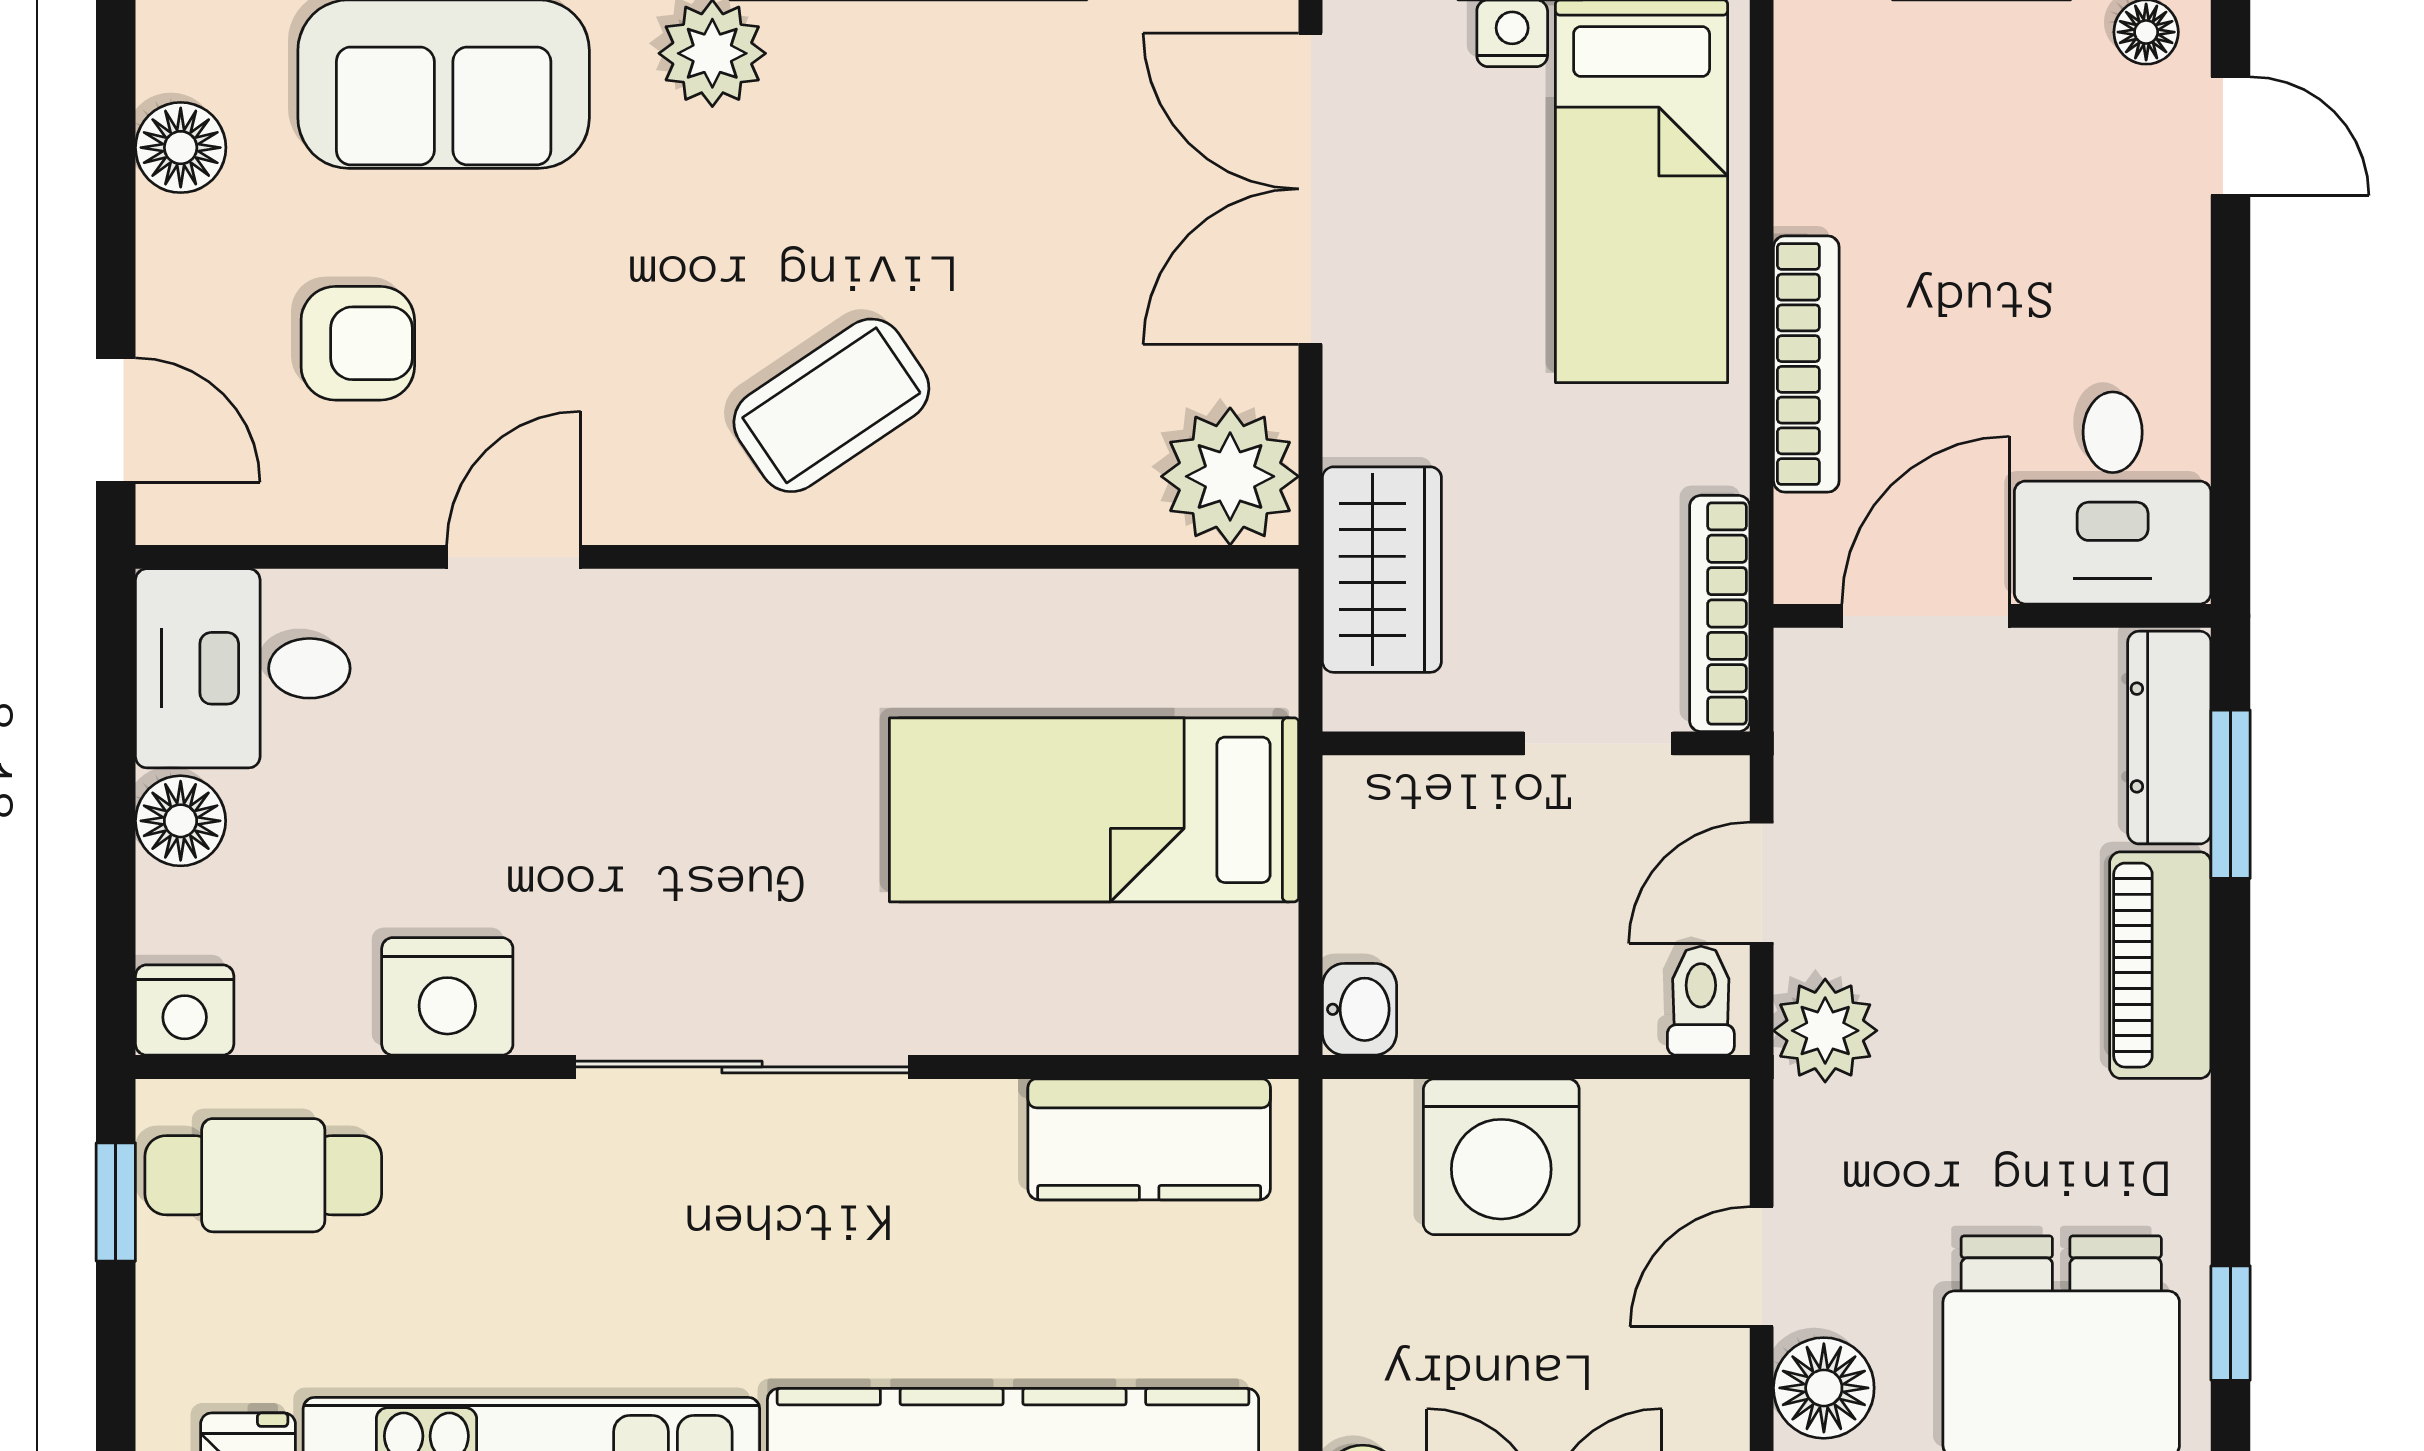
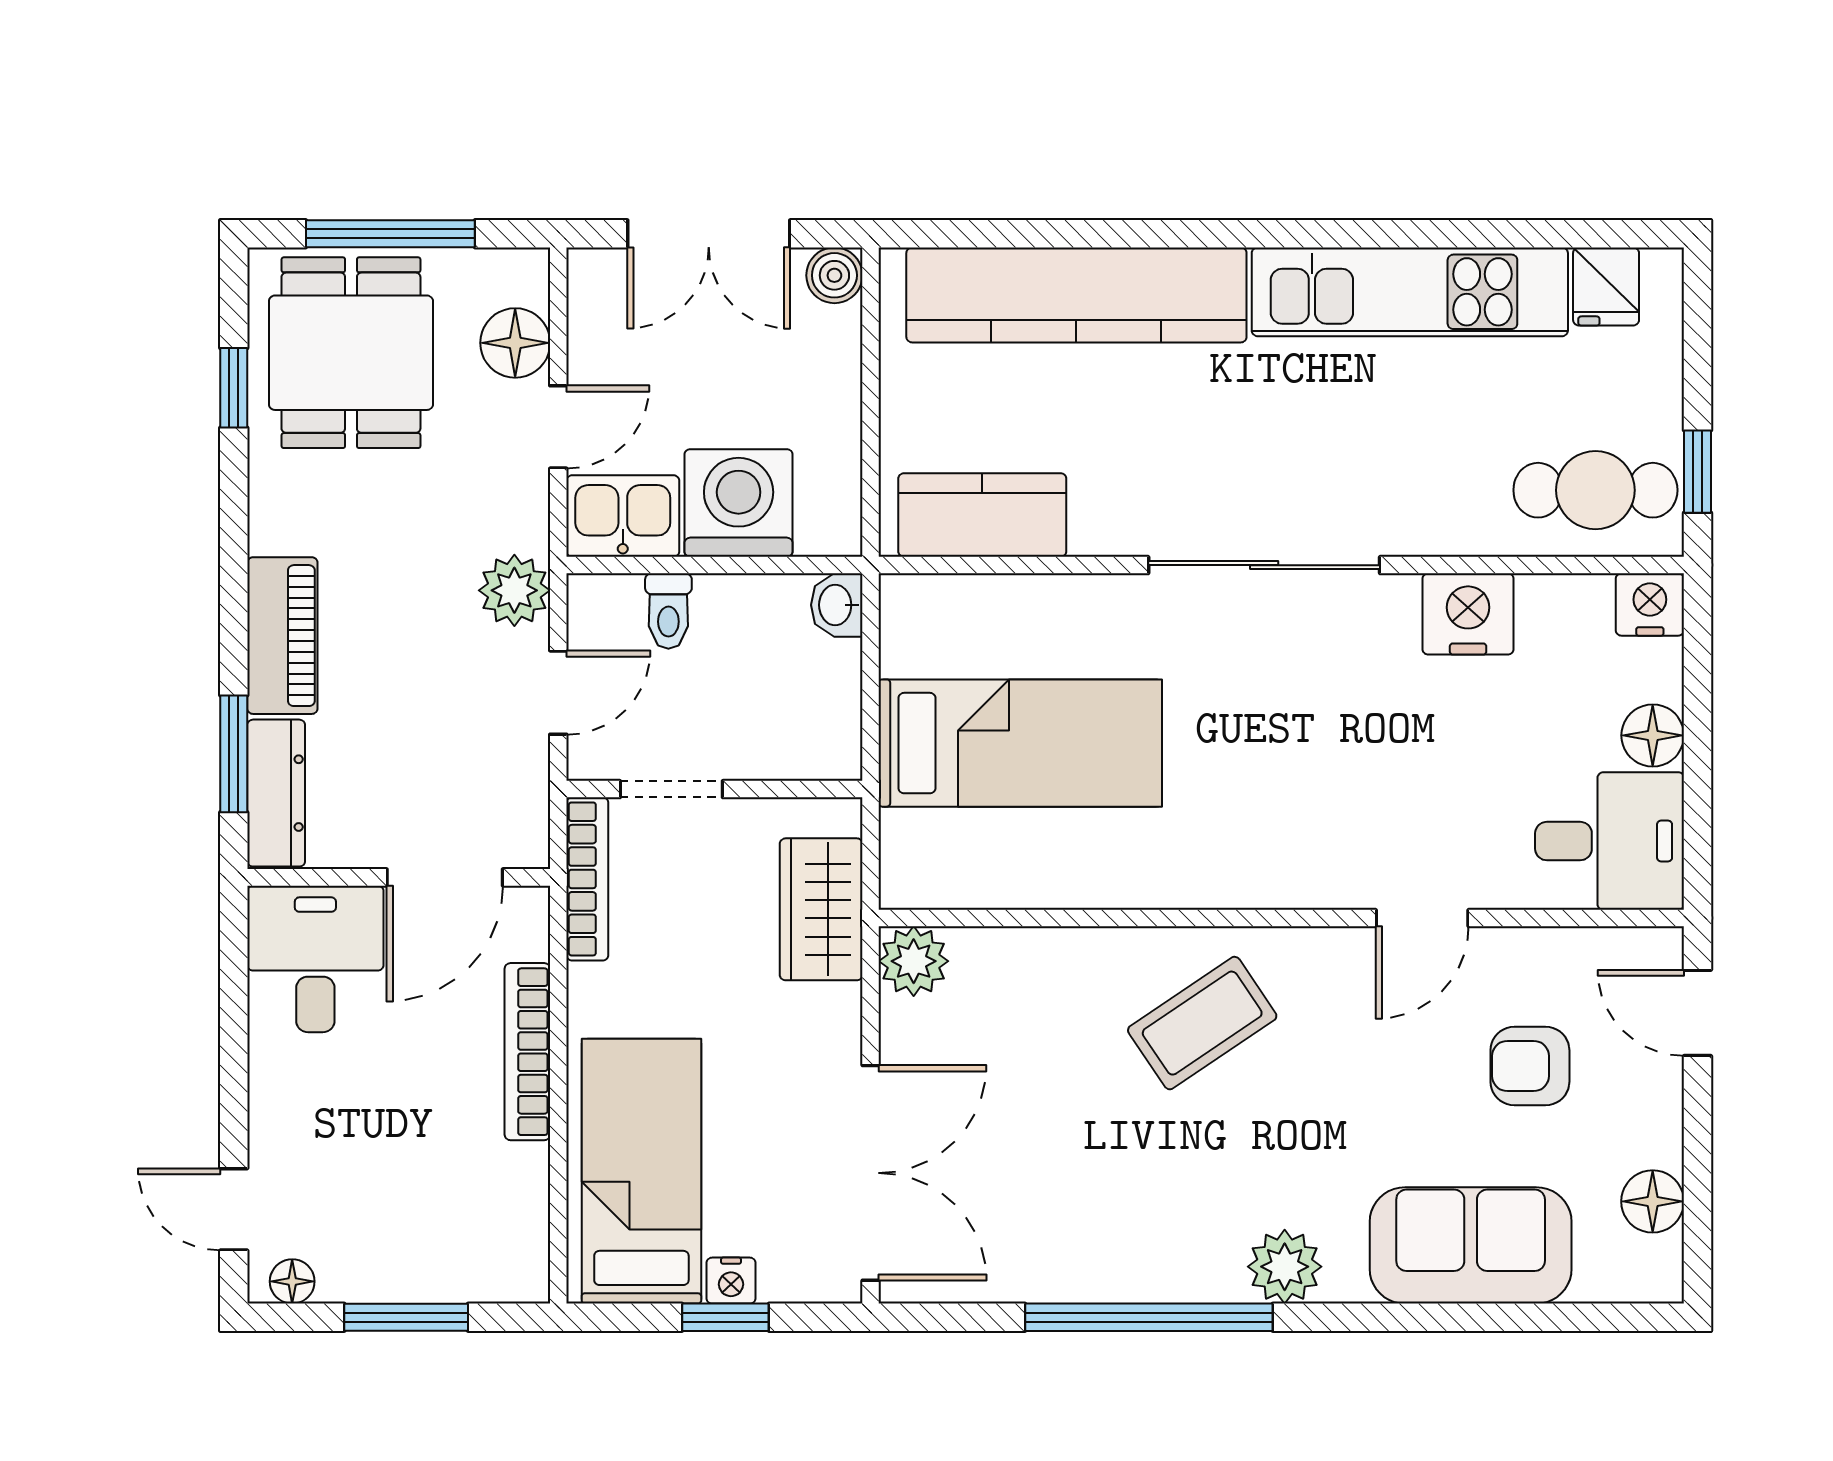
plant: (1230, 476) -> (914, 961), width x0.73, depth x0.73
toilet: (1701, 1001) -> (668, 611), moved
kitchen sink: (1668, 1138) -> (623, 516), added

